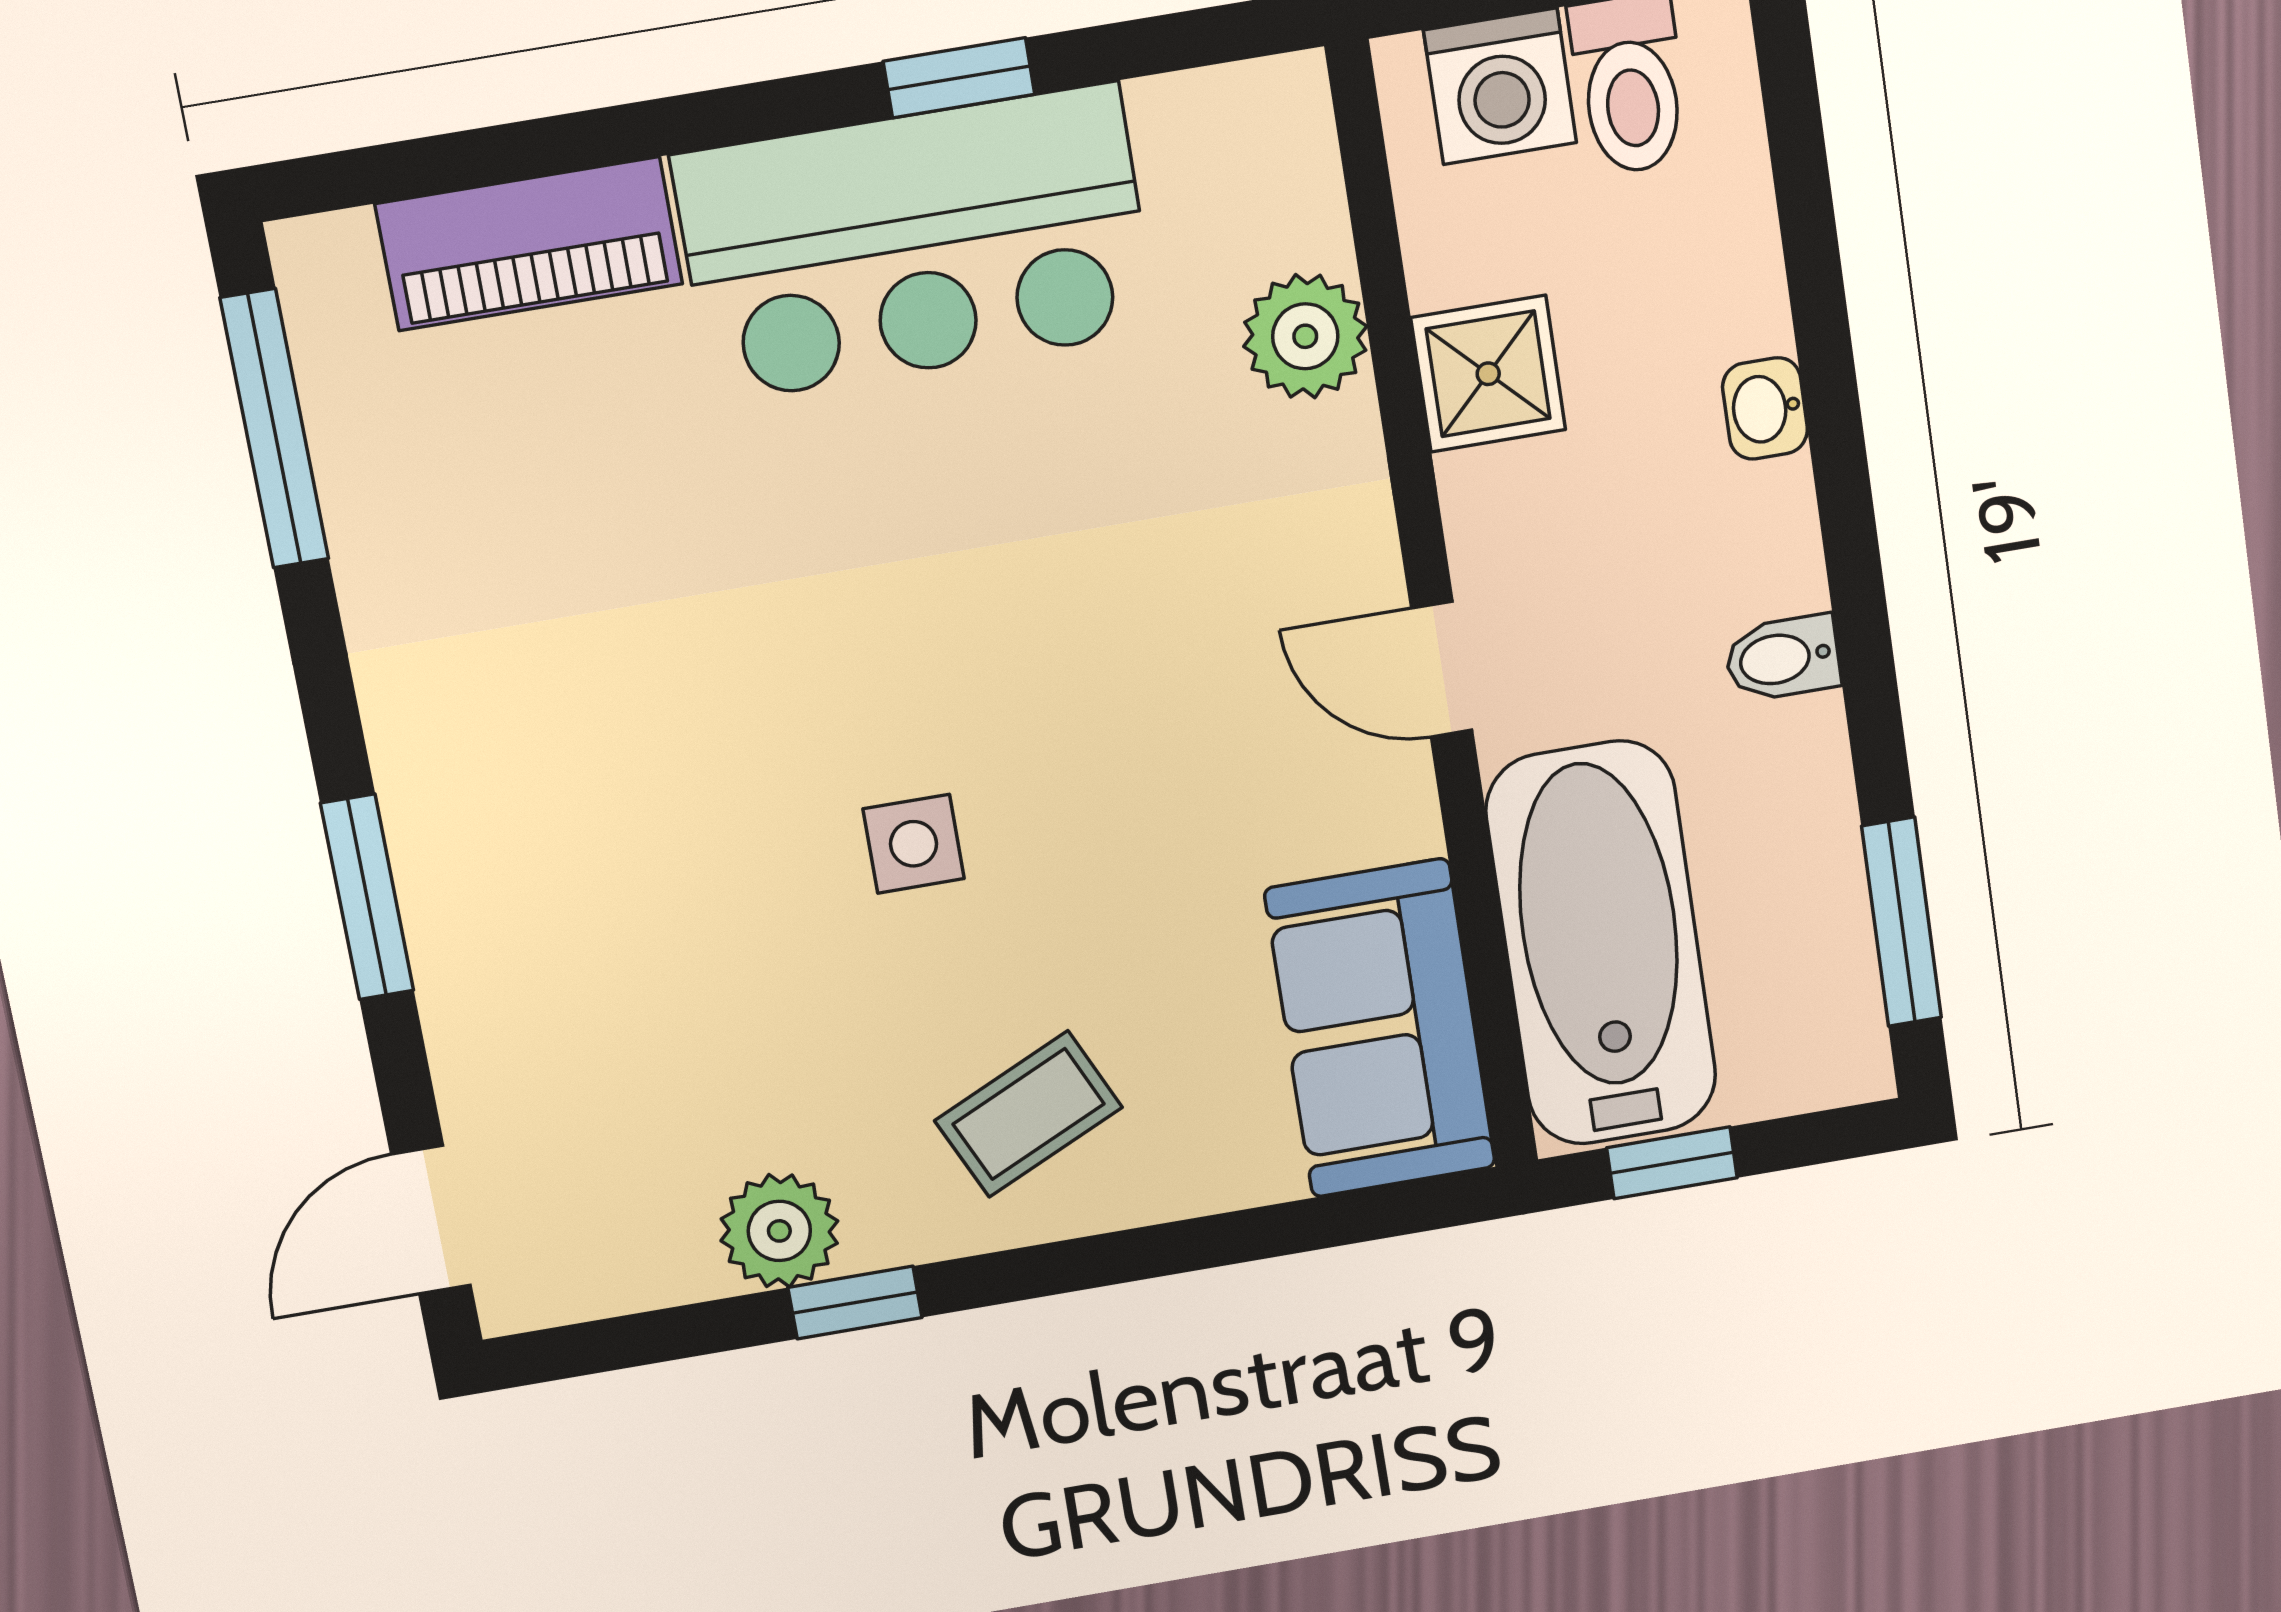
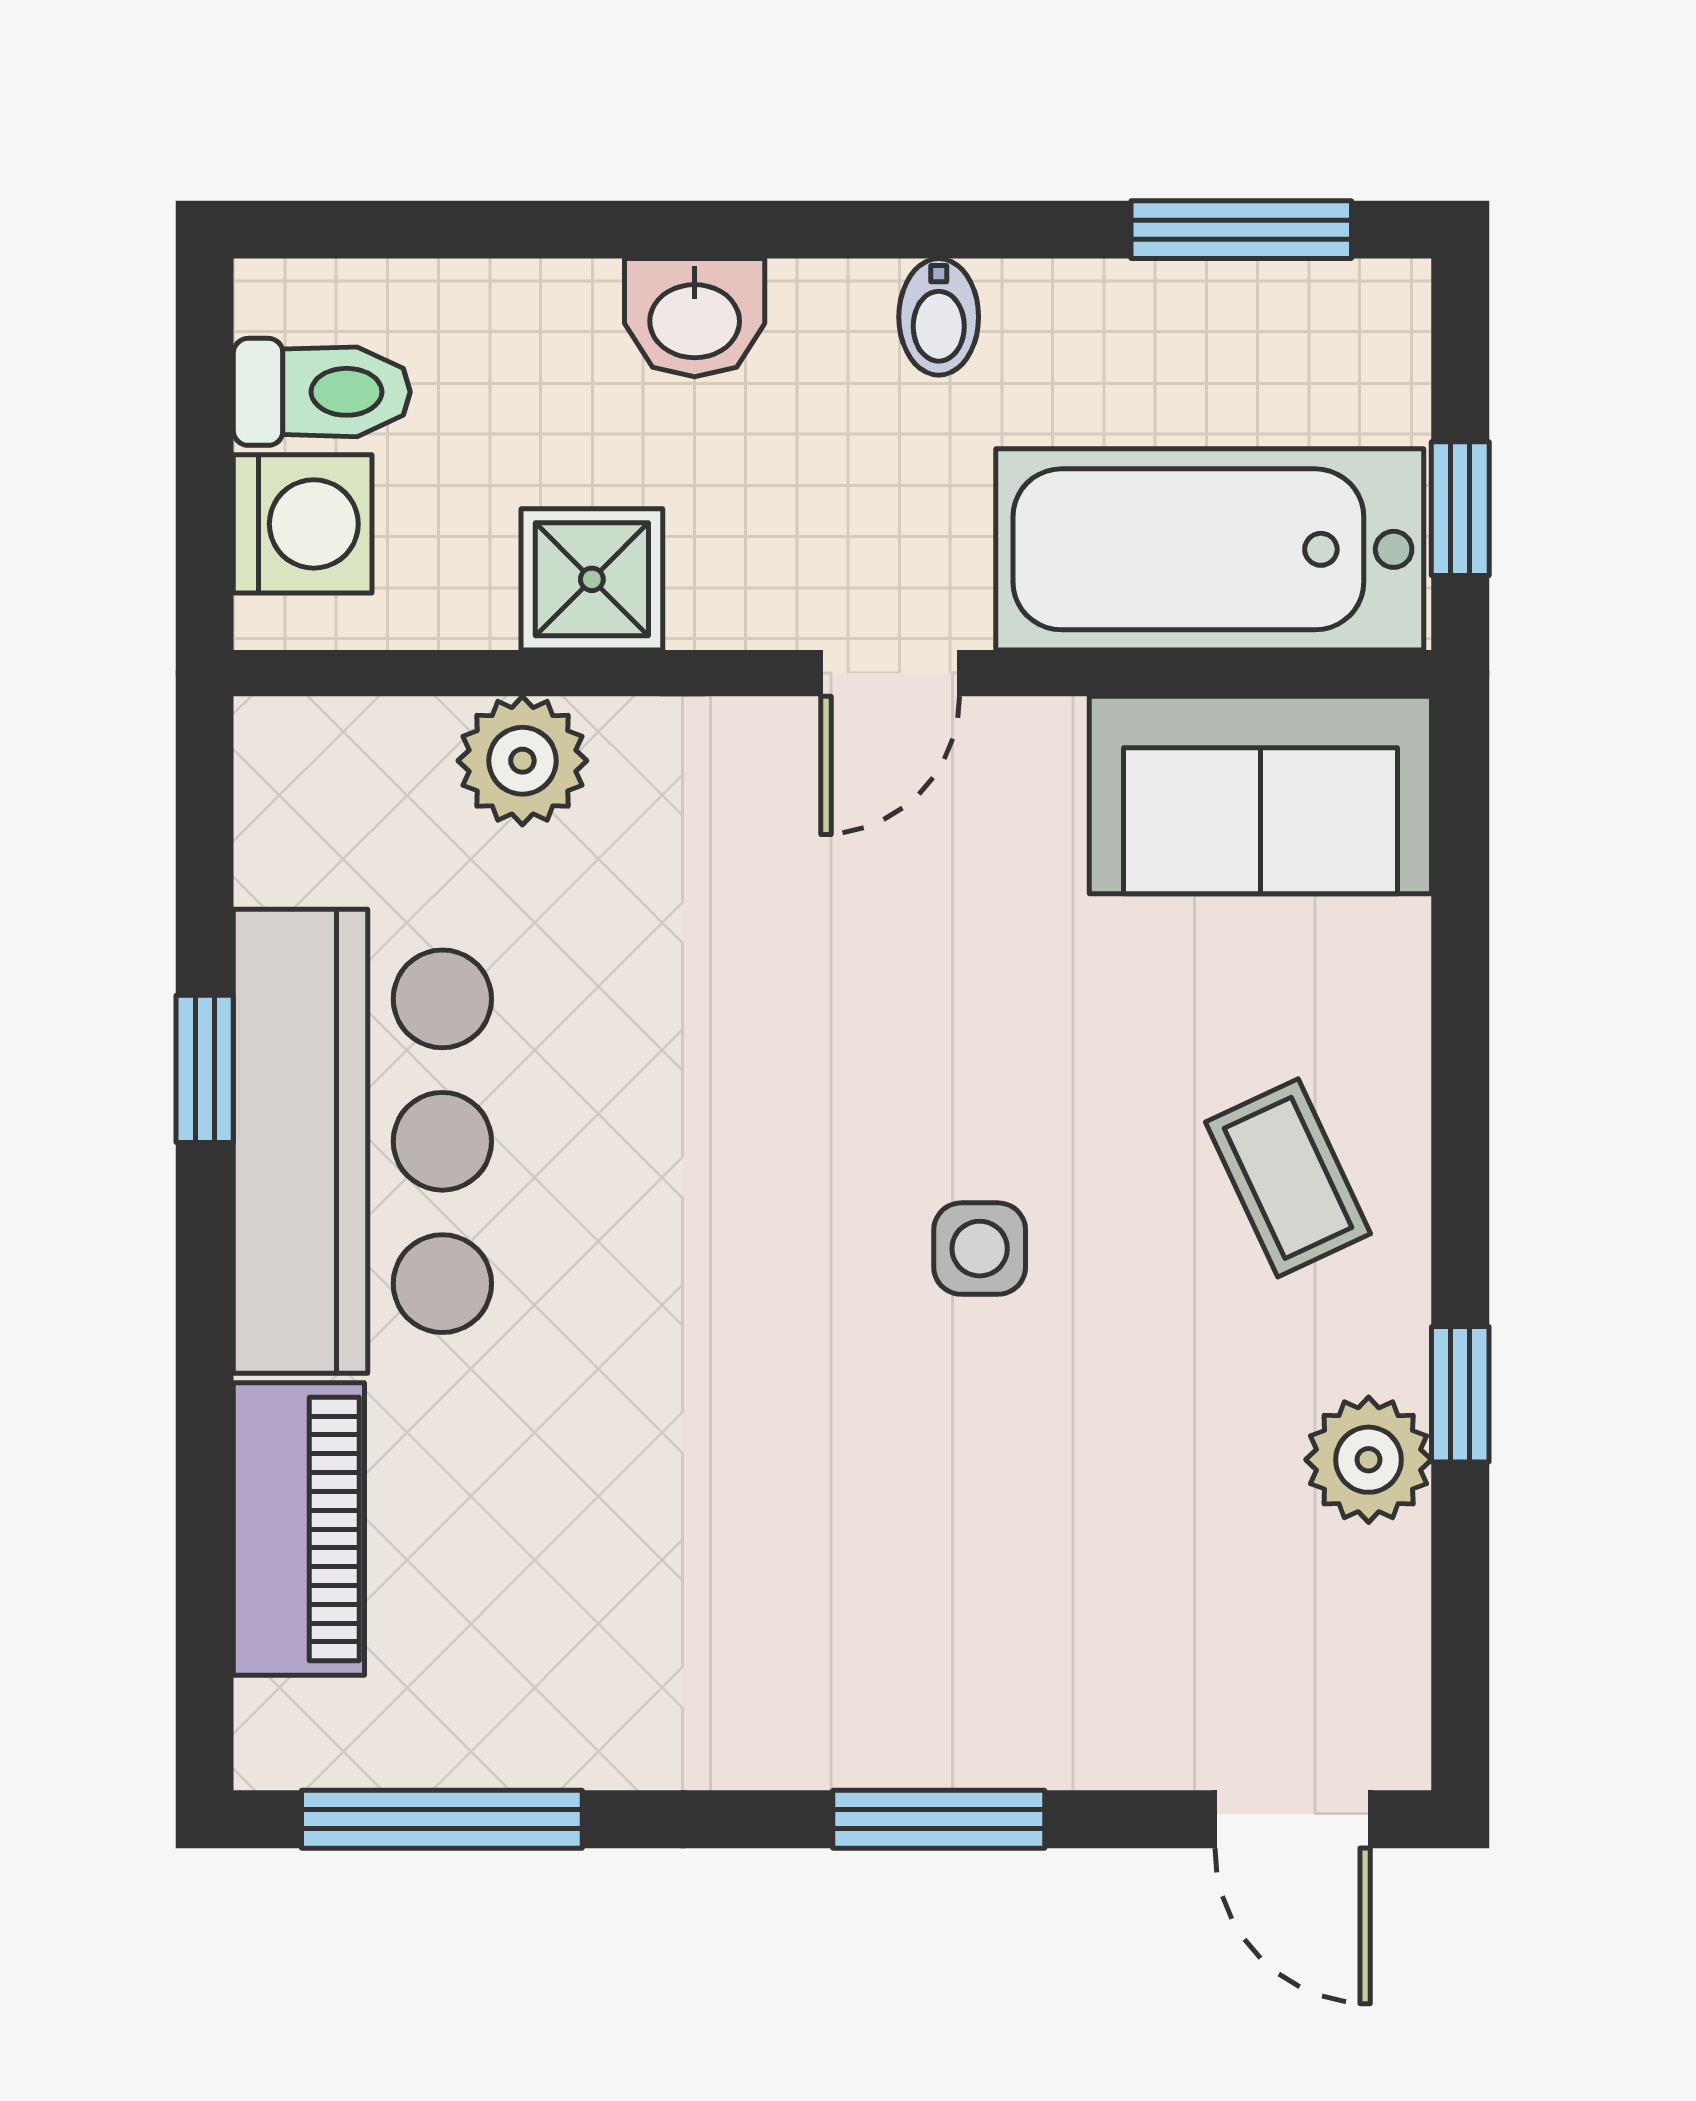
washbasin: (1765, 408) -> (695, 318), width x1.38, depth x1.45

